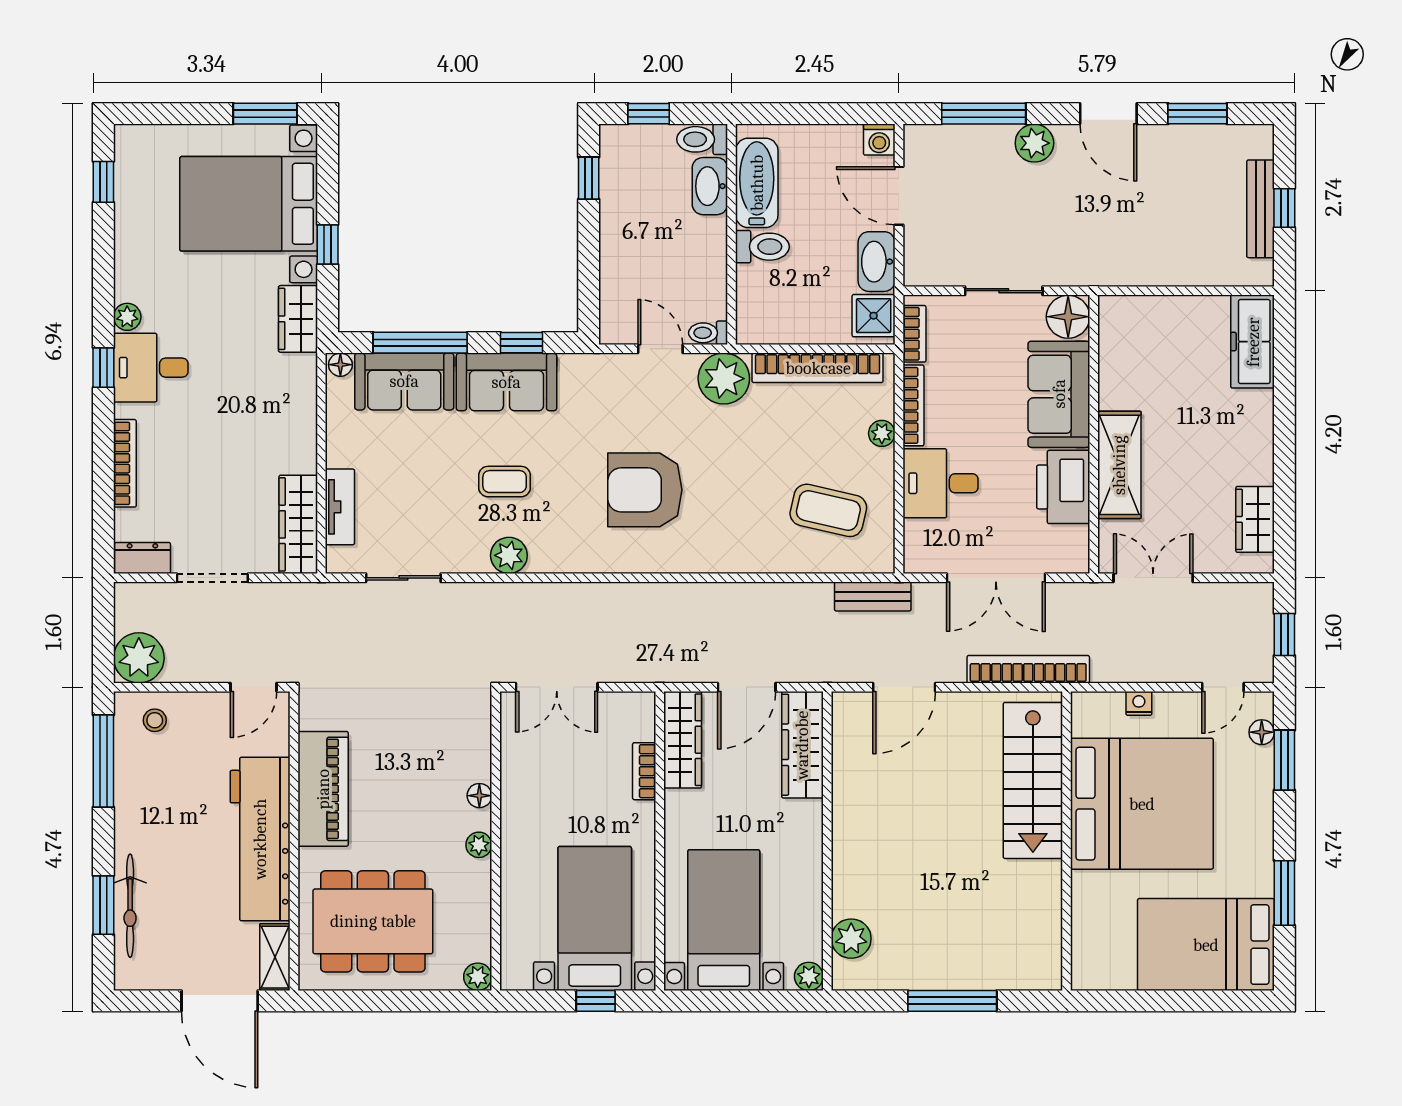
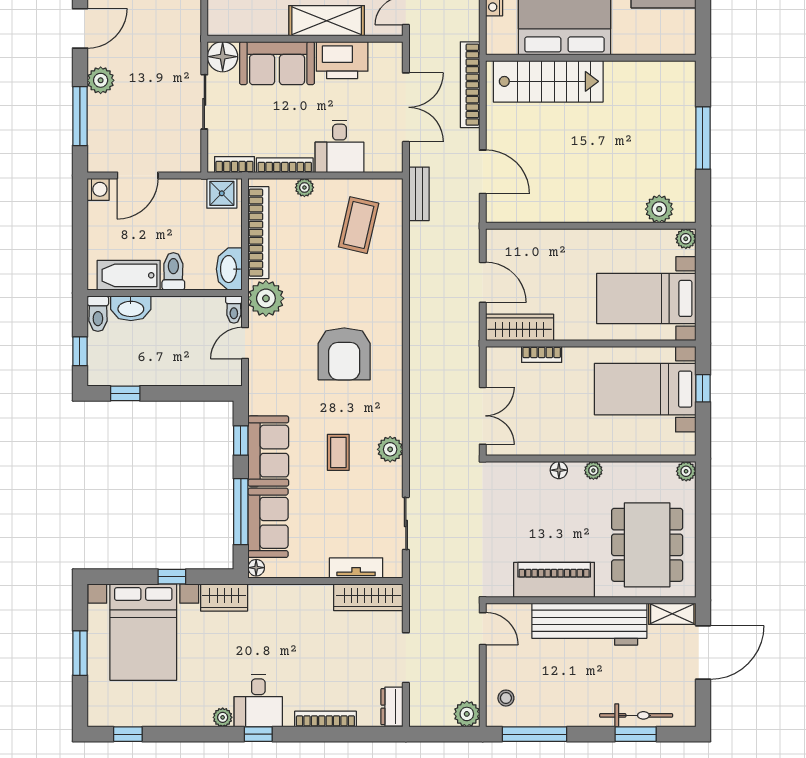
window: (265, 114) -> (80, 653), moved
washbasin: (877, 262) -> (229, 269), moved, turned 90
plant: (139, 658) -> (467, 714), width x0.73, depth x0.73
wardrobe: (802, 745) -> (523, 243), removed

